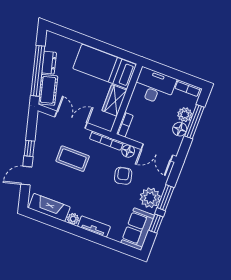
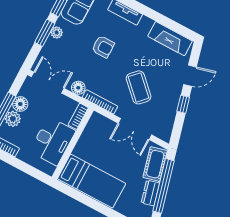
desk: (154, 86) -> (53, 141), moved, turned -90
wardrobe: (114, 100) -> (86, 144), removed
coffee table: (73, 159) -> (139, 87), turned 44
armchair: (123, 176) -> (103, 47), moved, turned -77
plant: (150, 198) -> (57, 33), width x0.53, depth x0.53
plant: (73, 219) -> (146, 23), removed

